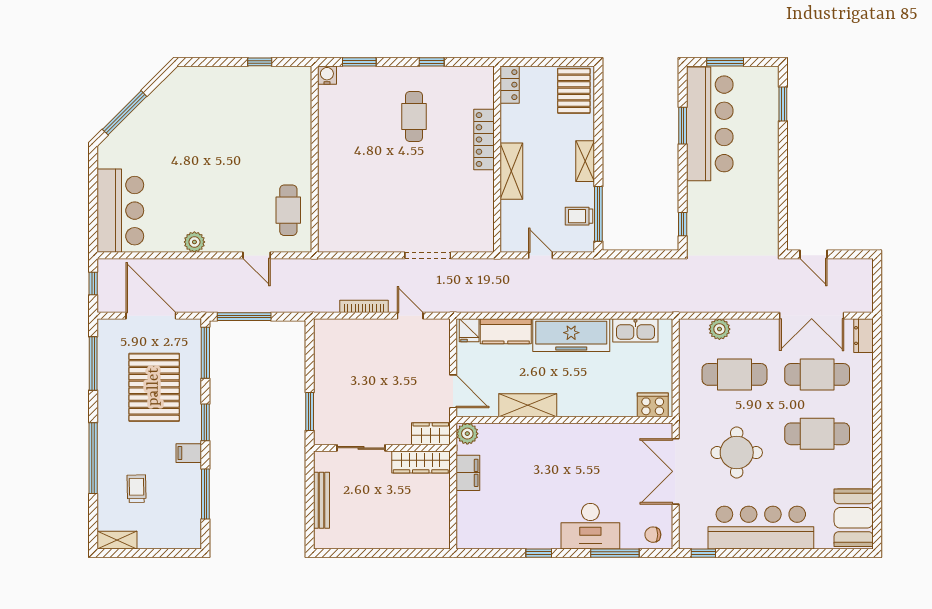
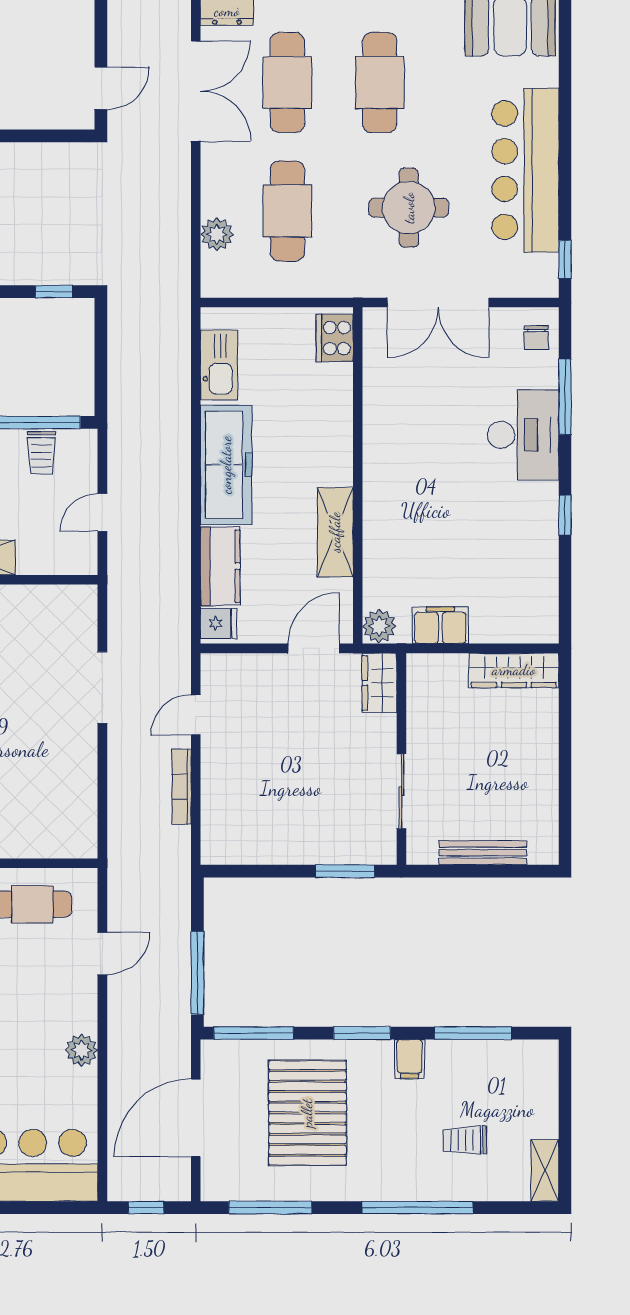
pallet: (154, 387) -> (307, 1113), turned 90
wardrobe: (421, 462) -> (514, 670), moved, turned 90

